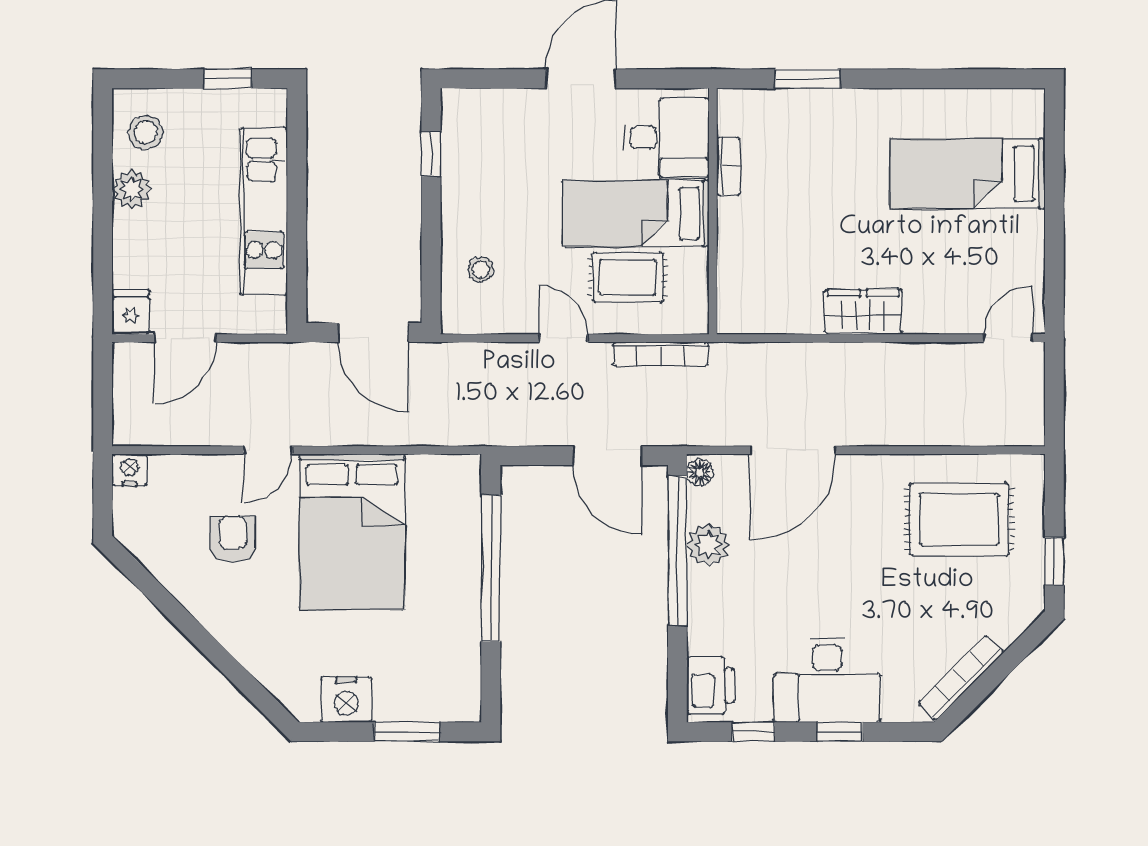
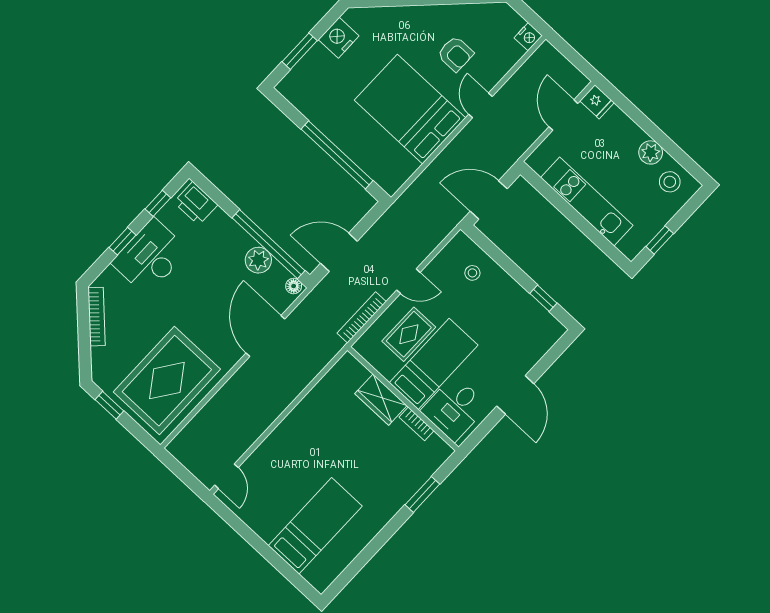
wardrobe: (863, 312) -> (381, 400), moved, turned 90
rug: (959, 519) -> (167, 381), width x1.37, depth x1.44

